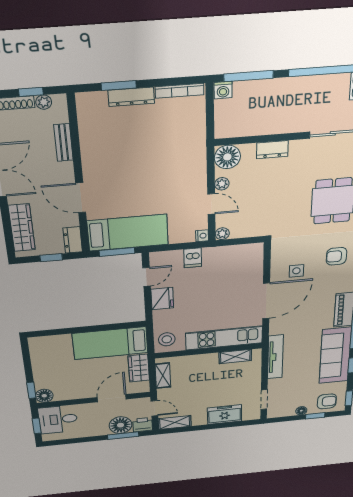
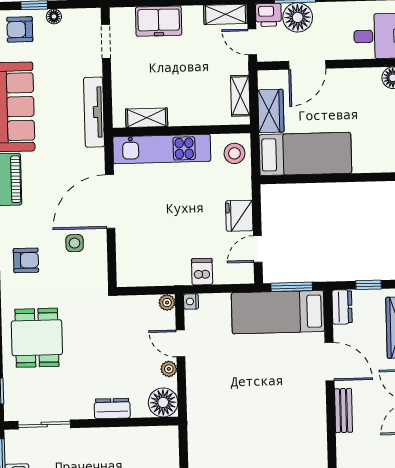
bench: (63, 143) -> (344, 410), moved

